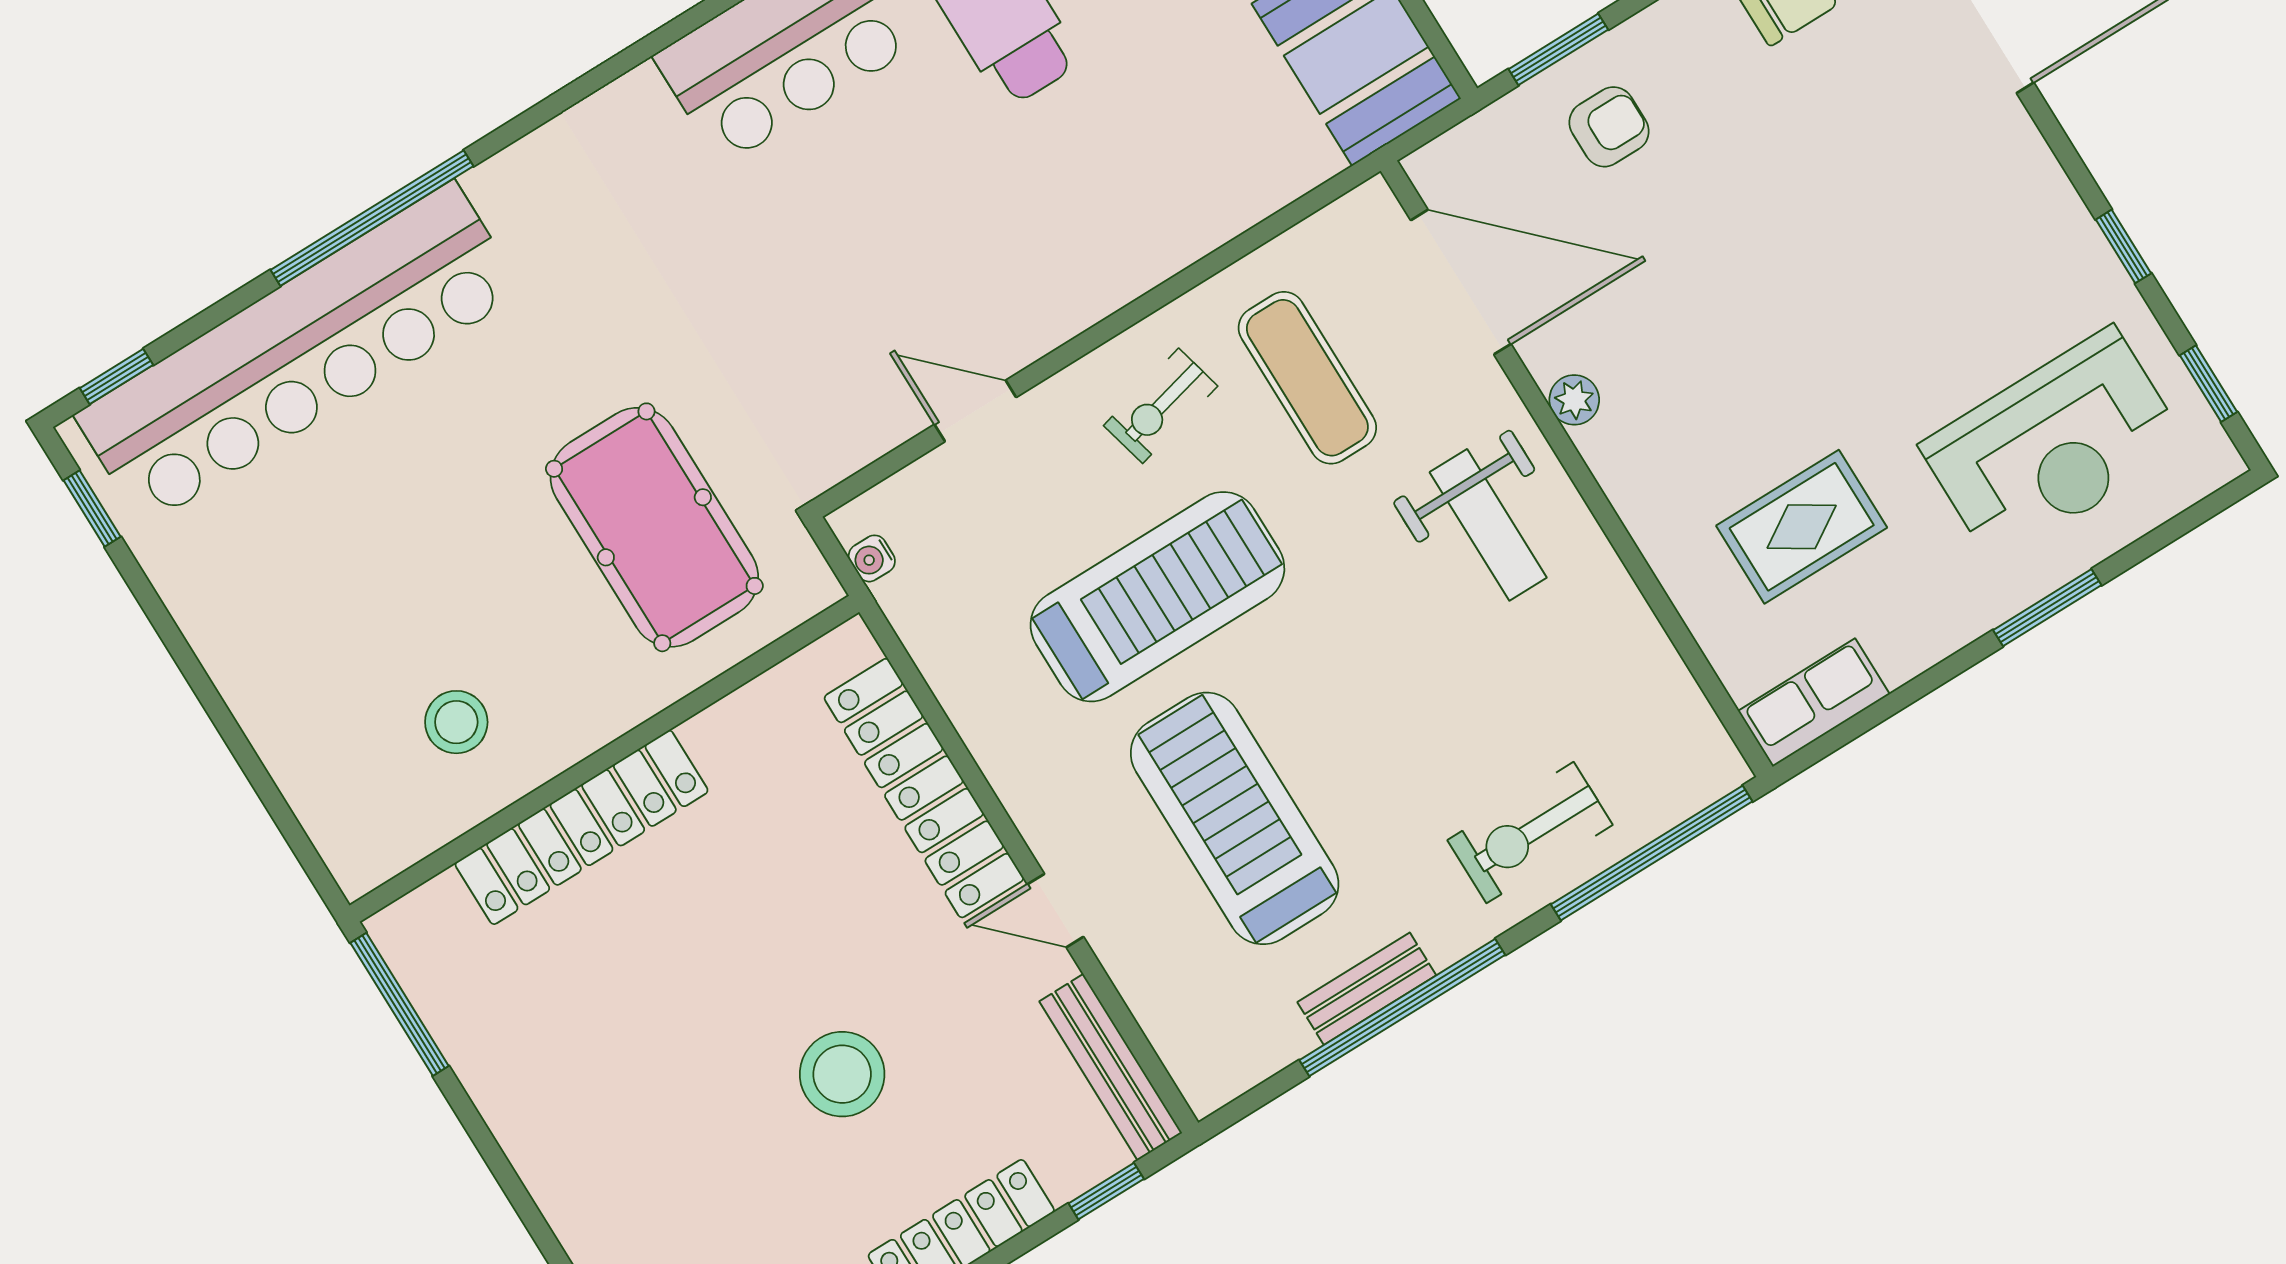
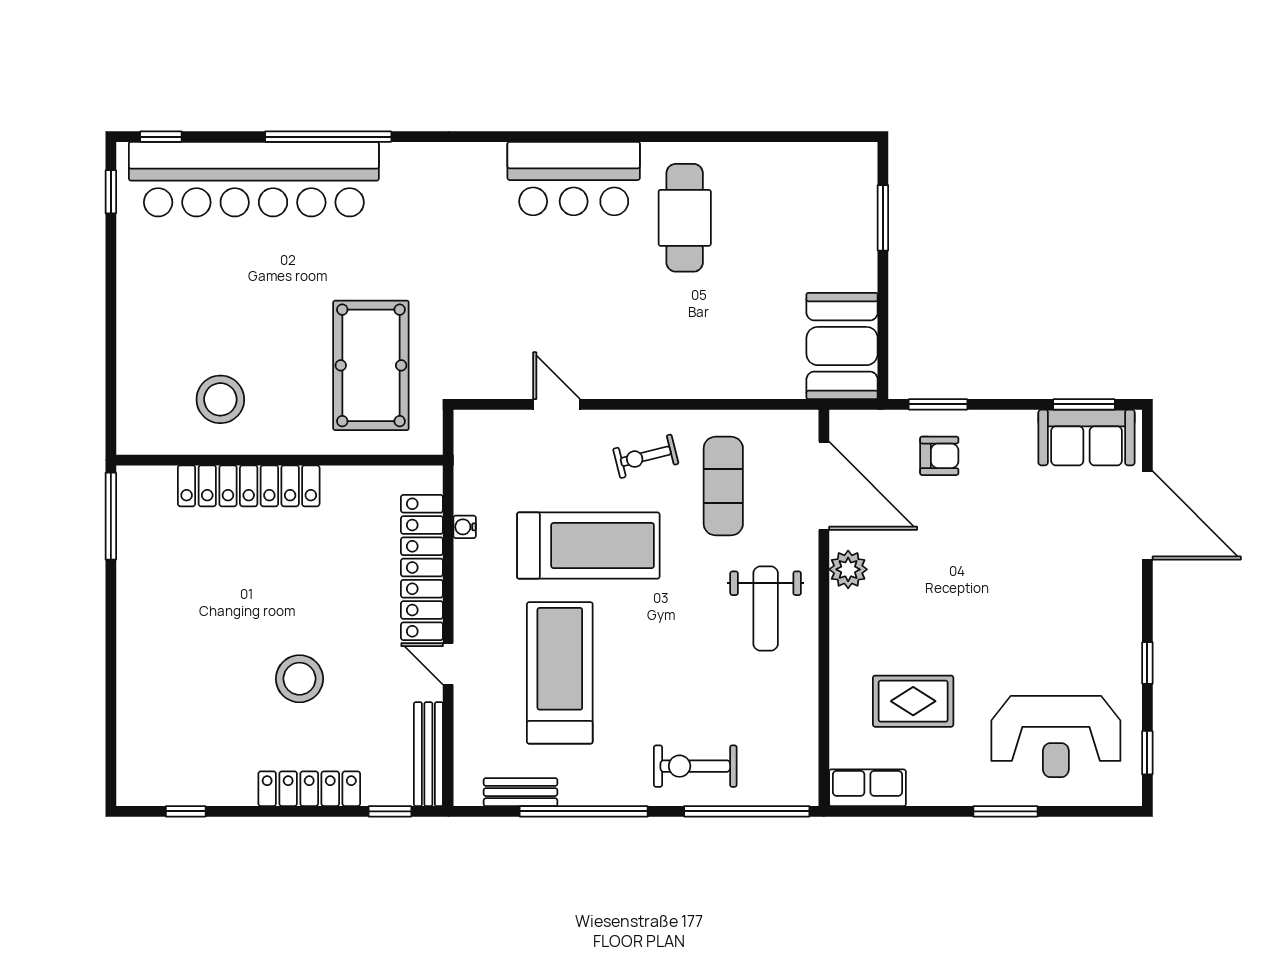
plant: (1574, 400) -> (848, 569), width x1.38, depth x1.38
water cooler: (872, 558) -> (465, 527), moved
stool: (456, 722) -> (220, 399), width x1.38, depth x1.38
bench: (1367, 989) -> (521, 792), moved

